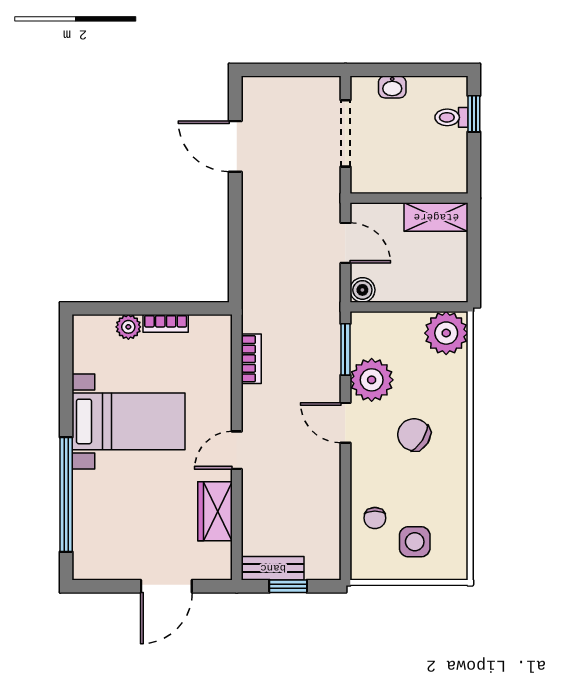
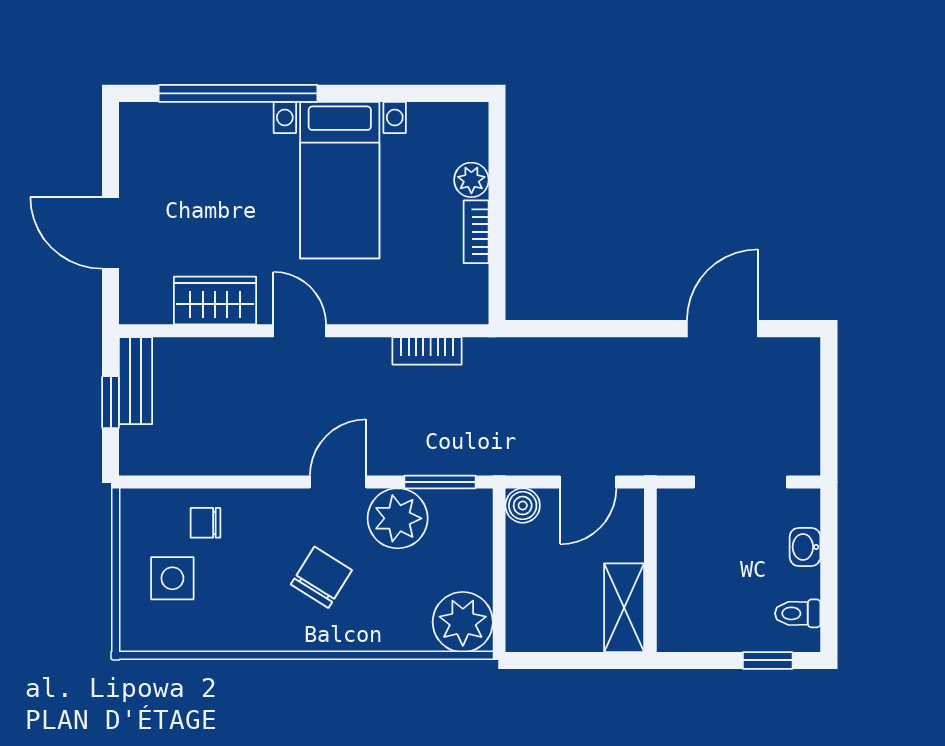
toilet: (451, 117) -> (798, 613), moved, turned -90

